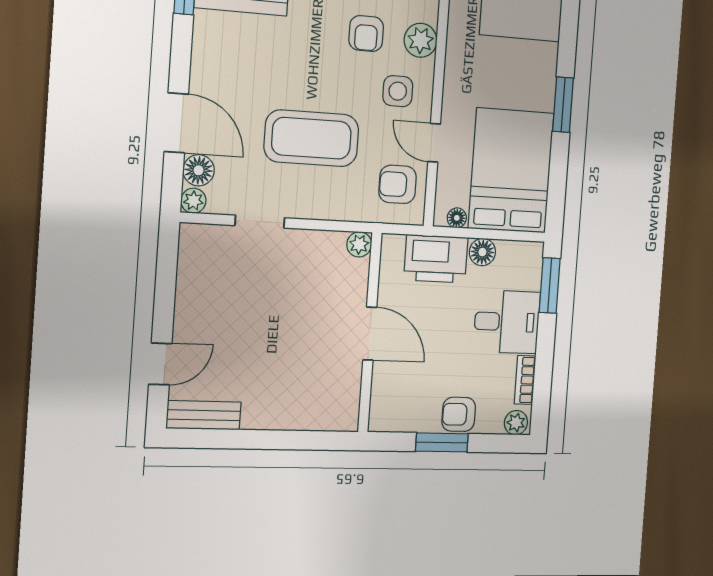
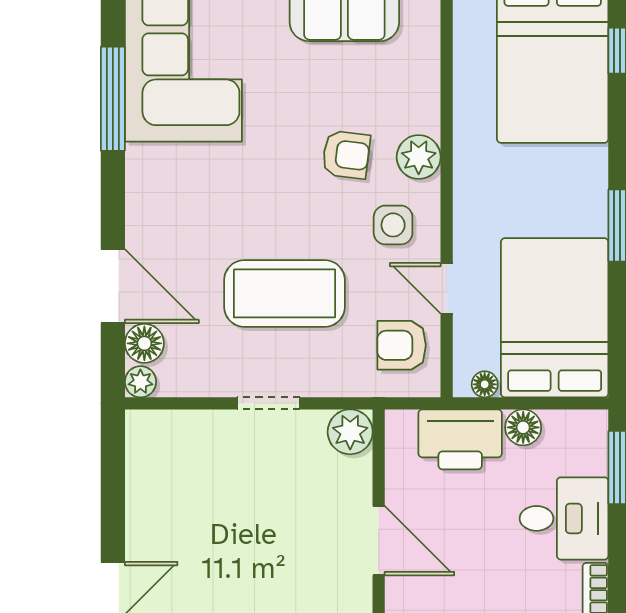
armchair: (366, 34) -> (346, 155), turned -83
doorway: (260, 222) -> (269, 403), moved
plant: (359, 244) -> (350, 432), width x1.38, depth x1.38

